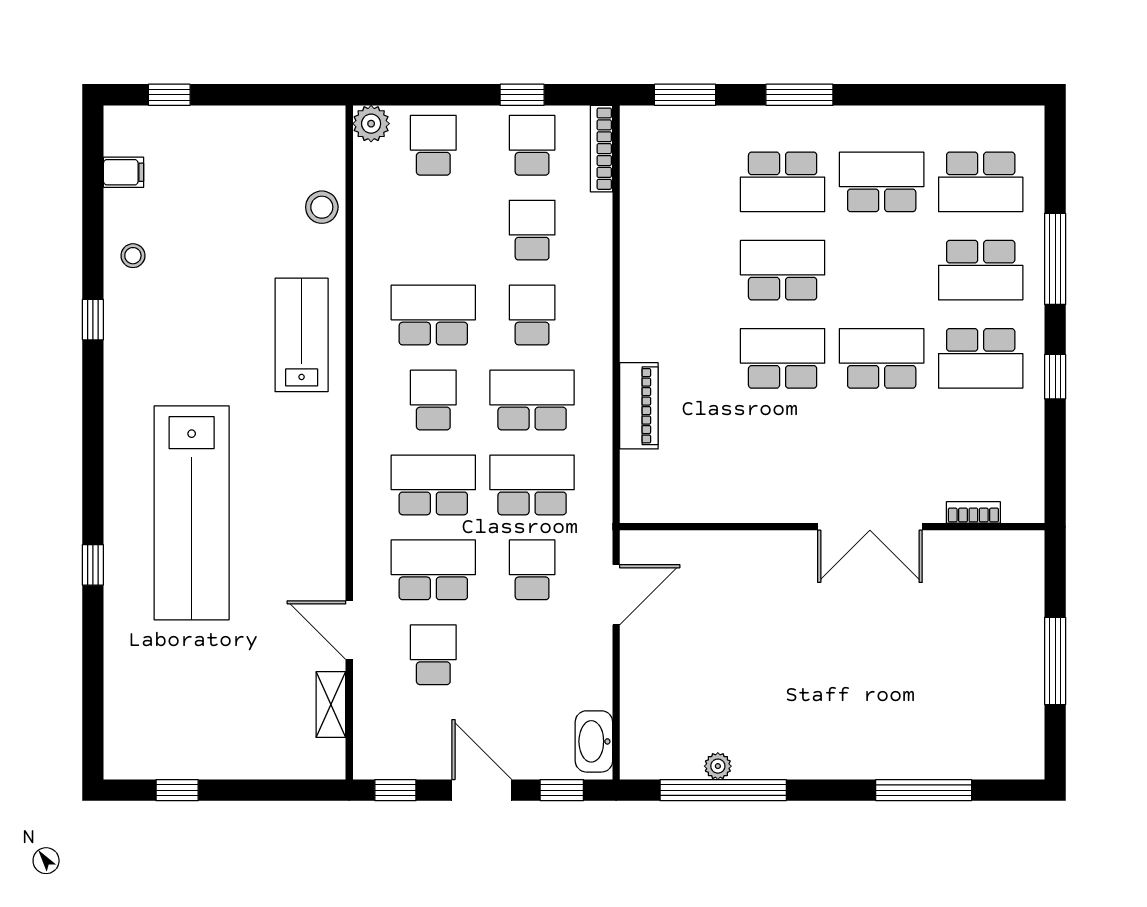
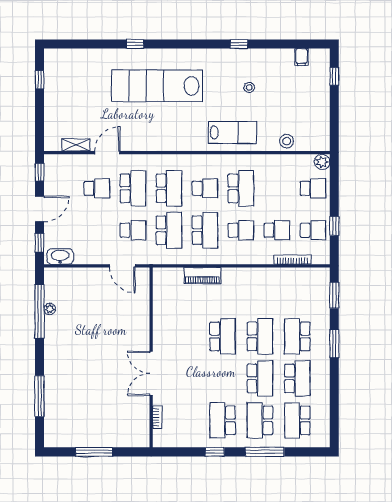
bookcase: (602, 149) -> (292, 260), moved
stool: (133, 256) -> (249, 87), moved
school desk: (882, 358) -> (260, 378), moved

